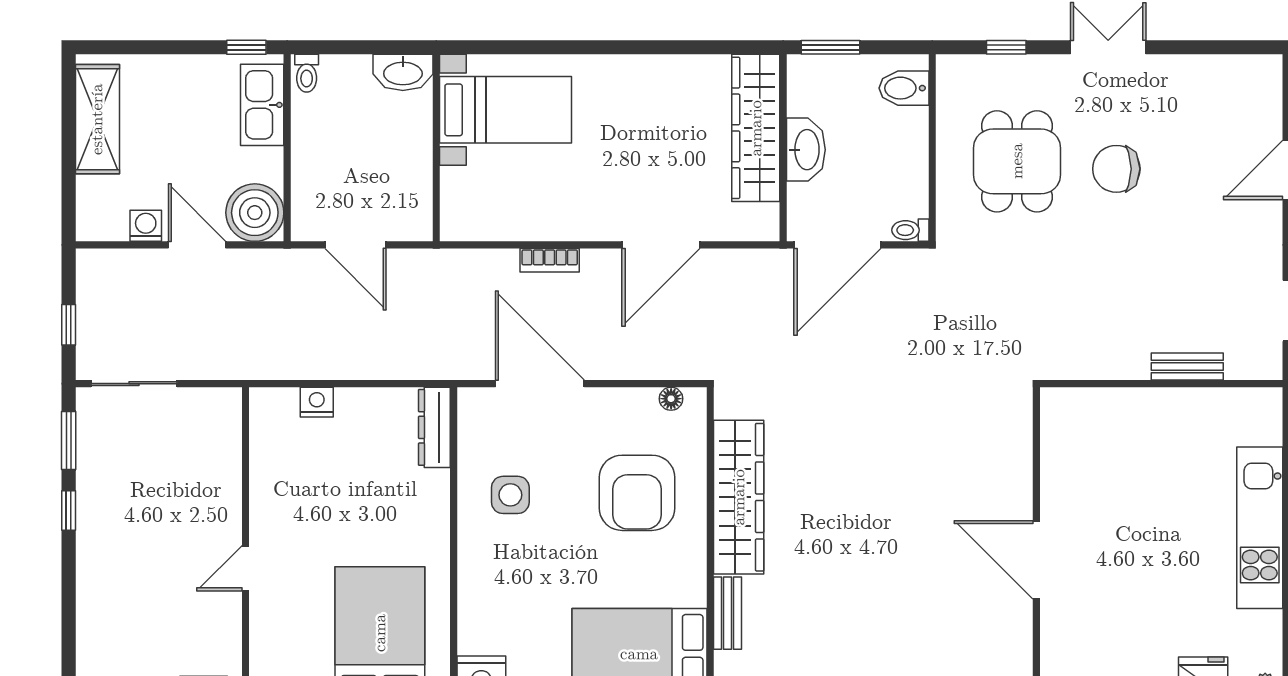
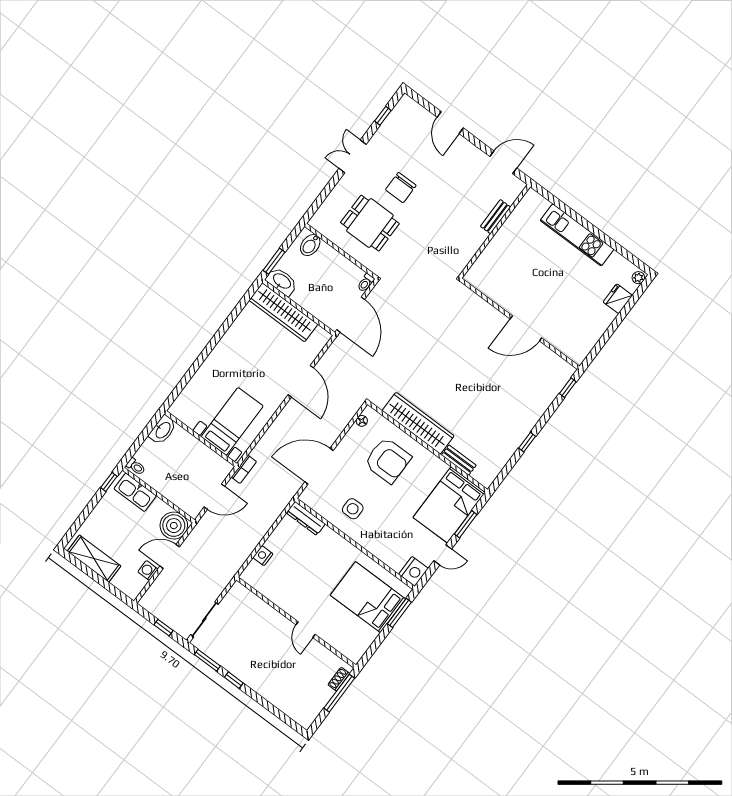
window: (1006, 47) -> (383, 116), moved
bed with nightstands: (506, 110) -> (232, 421), moved
washbasin: (806, 150) -> (282, 281), moved
bookcase: (550, 260) -> (244, 469), moved

